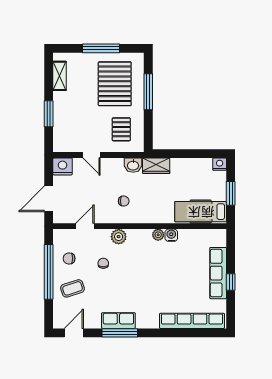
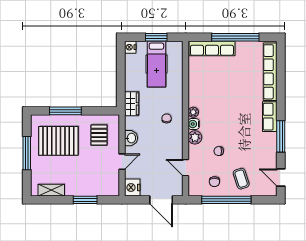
pallet: (121, 129) -> (99, 135), turned 90
washbasin: (133, 165) -> (131, 138), moved
chair: (124, 201) -> (167, 118), moved
hospital bed: (201, 212) -> (156, 64), moved
plant: (158, 235) -> (193, 112), moved
water cooler: (171, 235) -> (194, 124), moved
row of seats: (218, 273) -> (212, 48), moved
window: (231, 282) -> (235, 37), width x3.17
row of seats: (118, 321) -> (270, 117), moved

